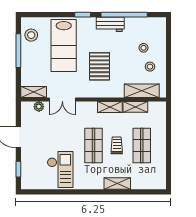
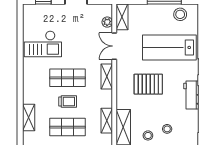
shelving: (110, 107) -> (107, 77), moved
shelving: (117, 184) -> (29, 117), moved

